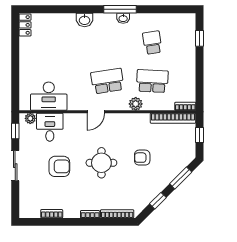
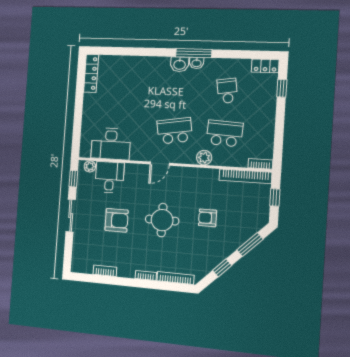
locker: (184, 19) -> (265, 66), added
washbasin: (85, 20) -> (180, 64), moved
locker: (25, 25) -> (91, 73), width x1.53

